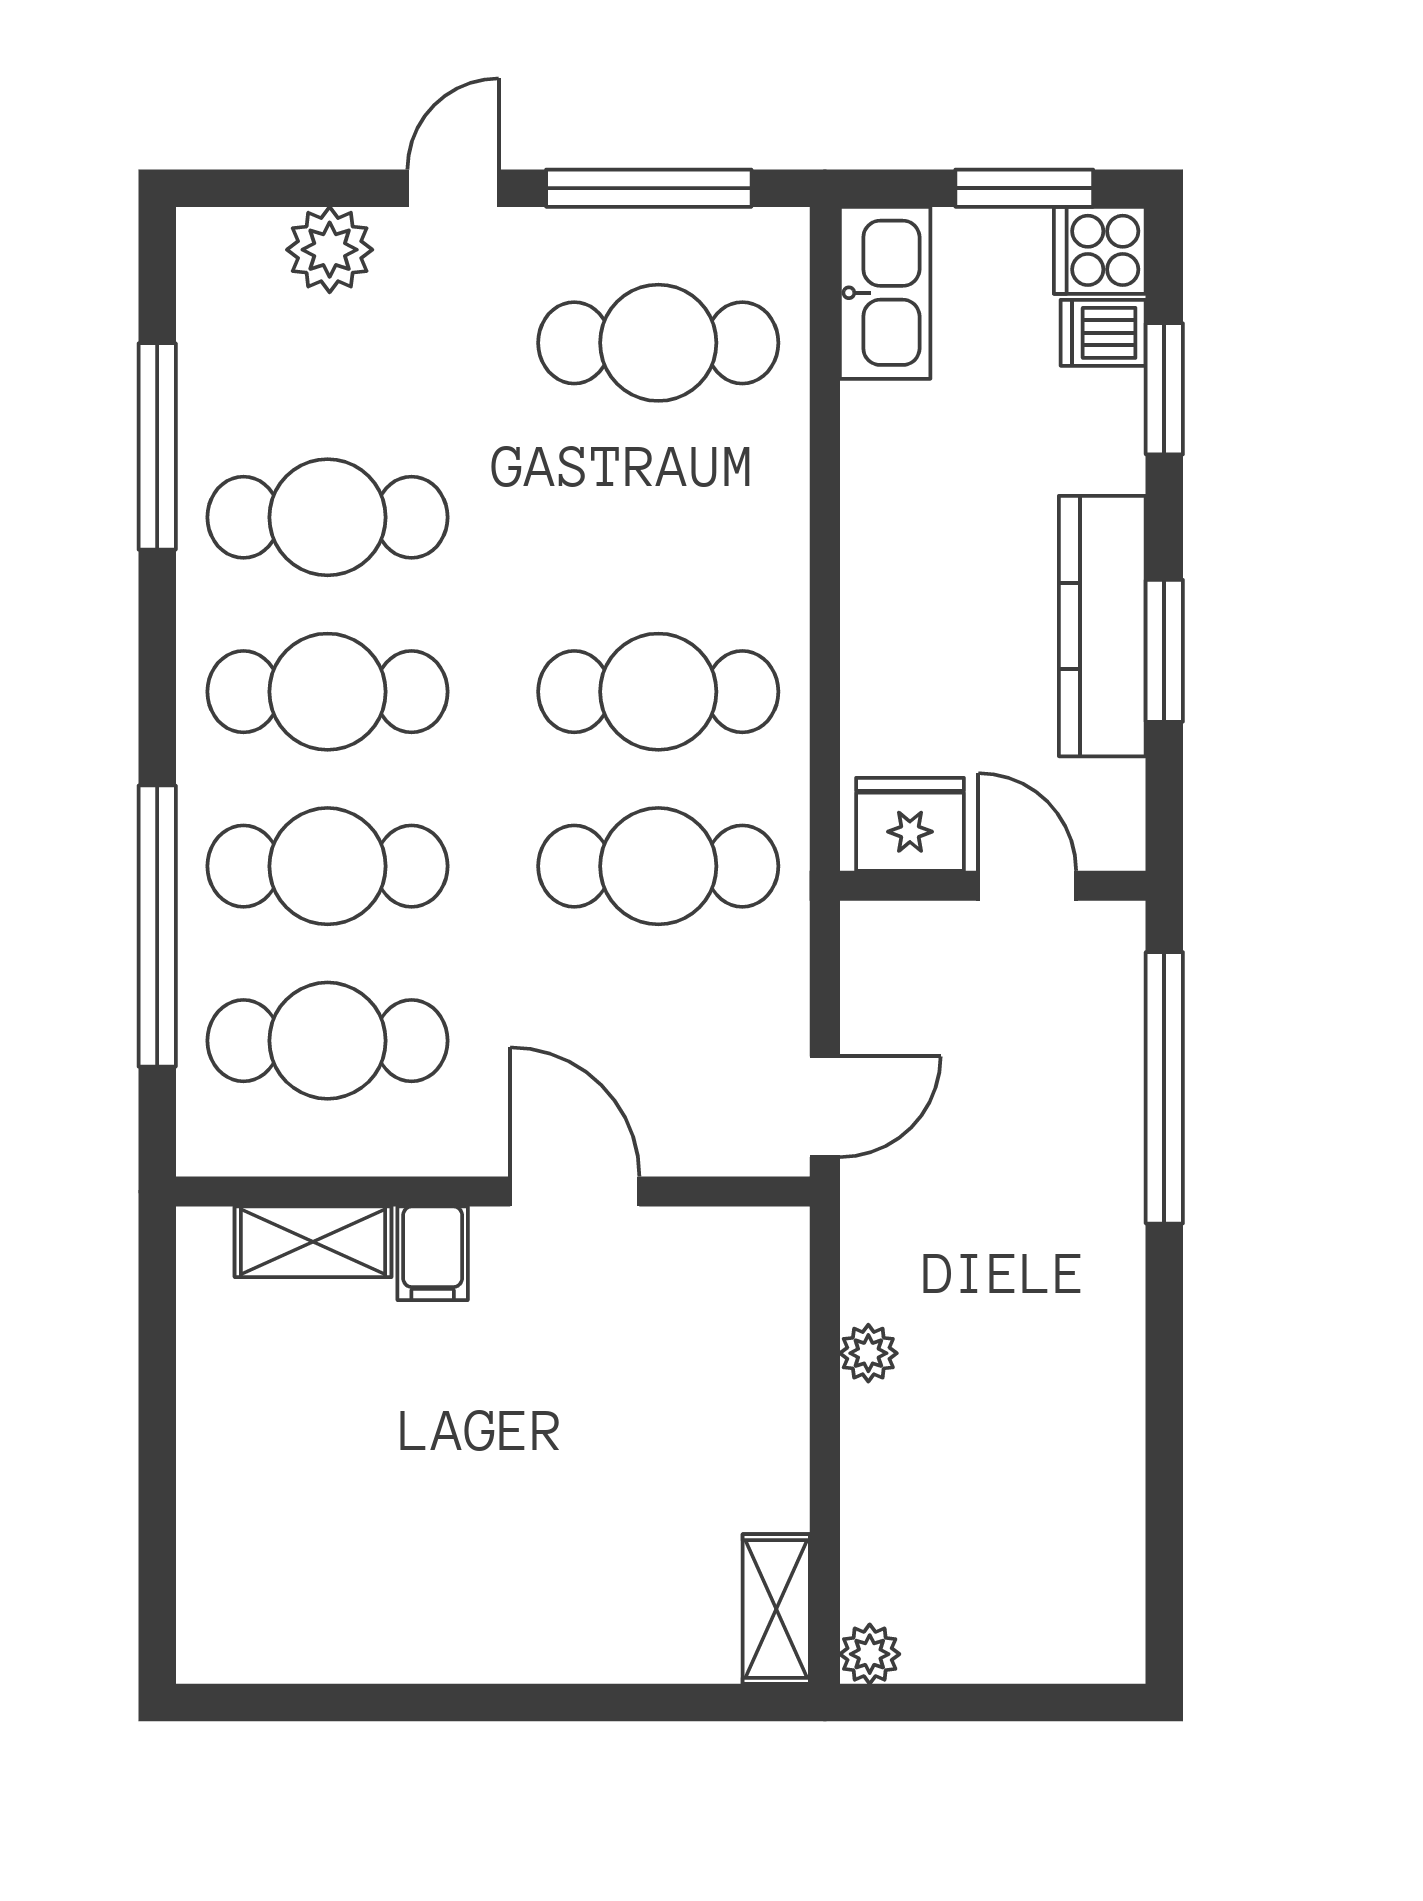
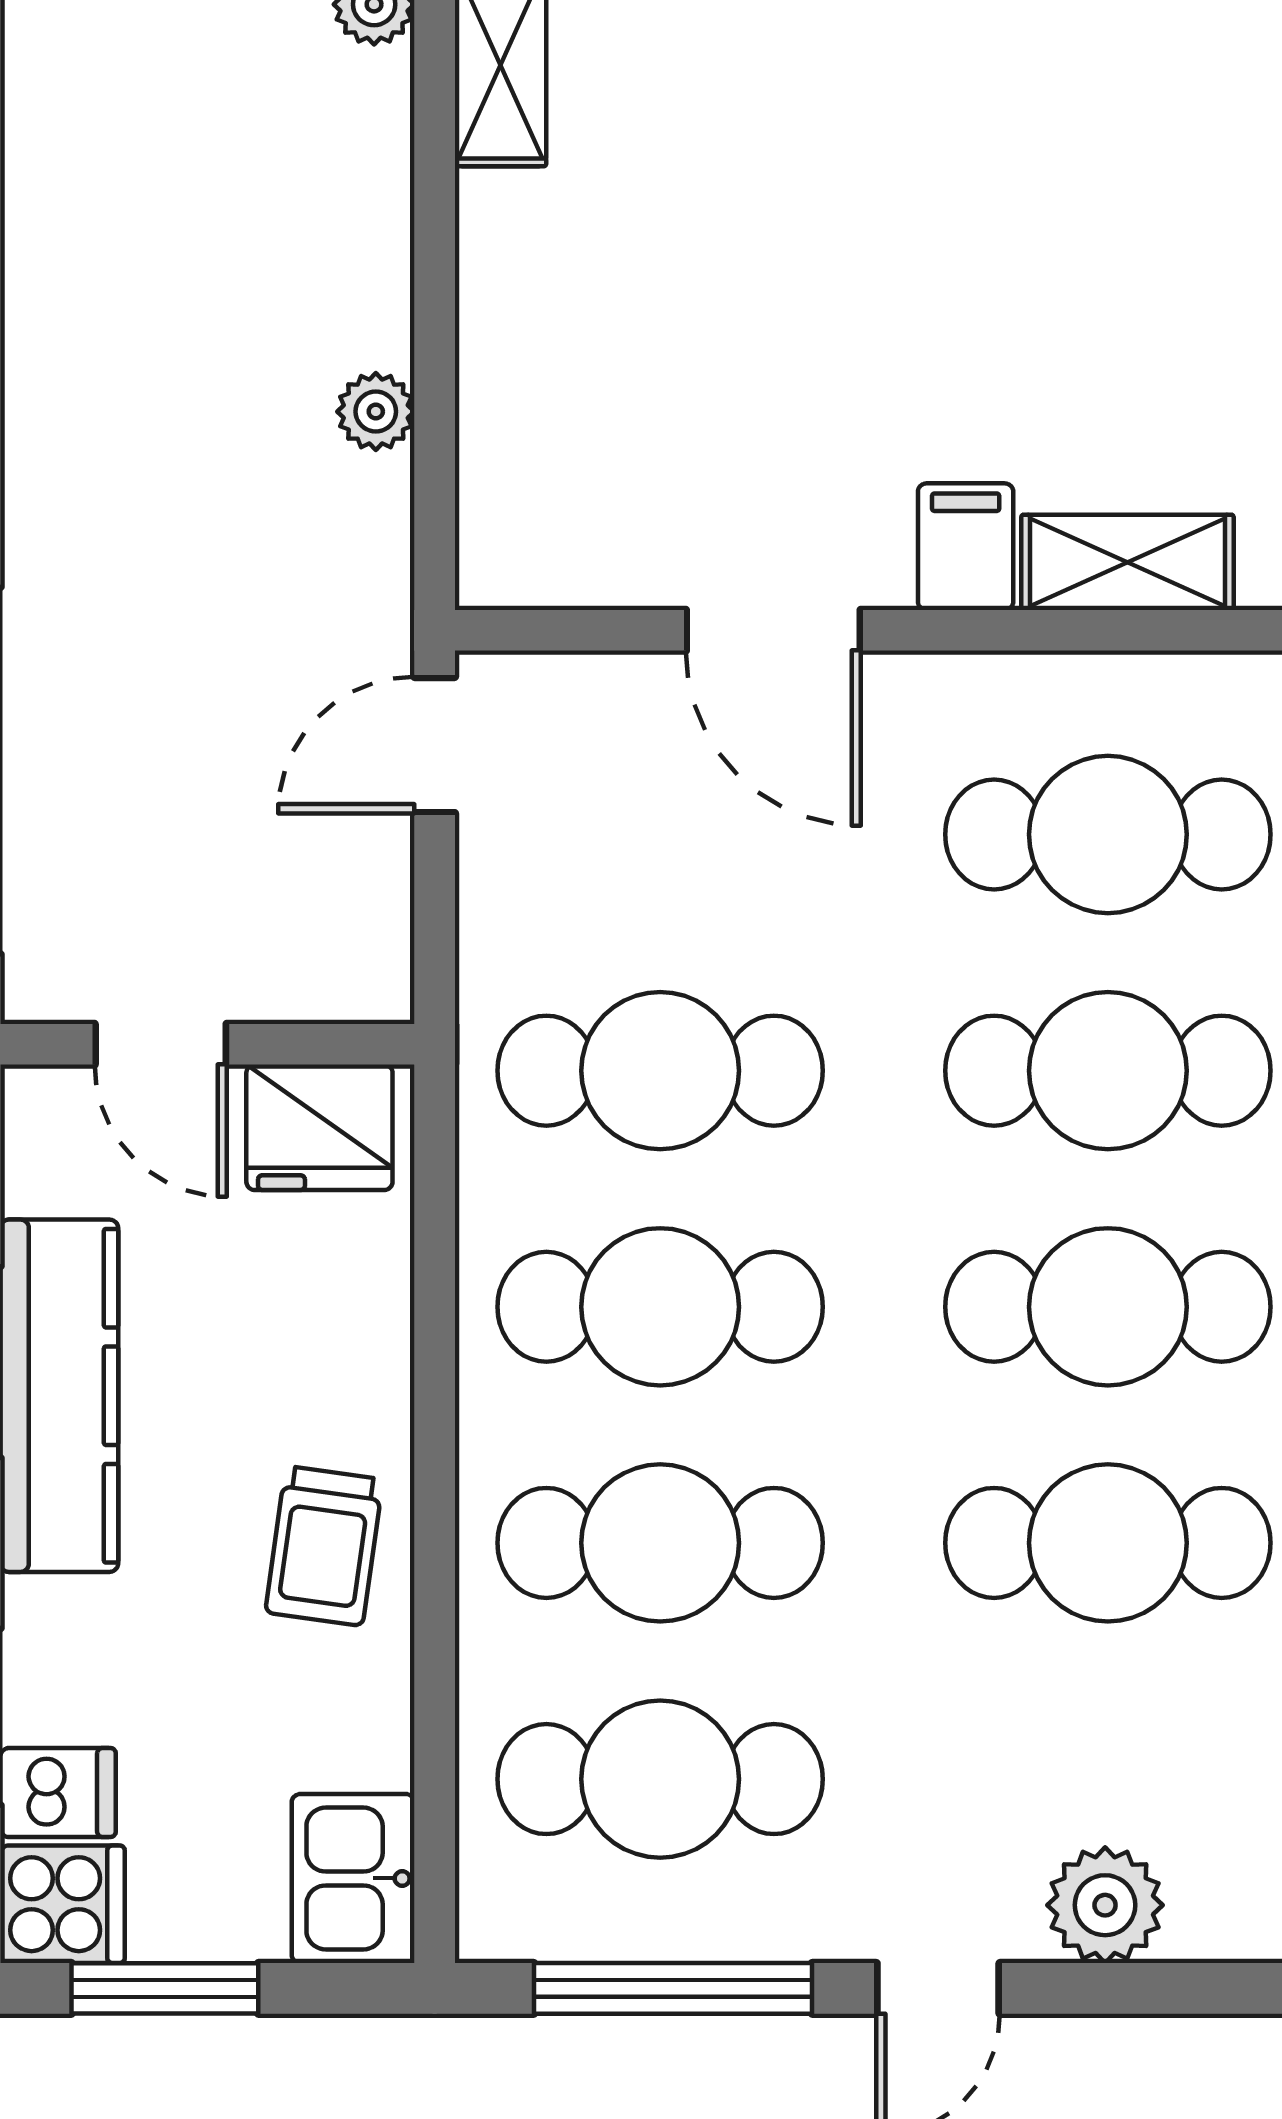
kitchen sink: (885, 293) -> (353, 1878), width x0.73
trolley: (907, 515) -> (324, 1546), added
cafe table: (658, 517) -> (660, 1543), added

